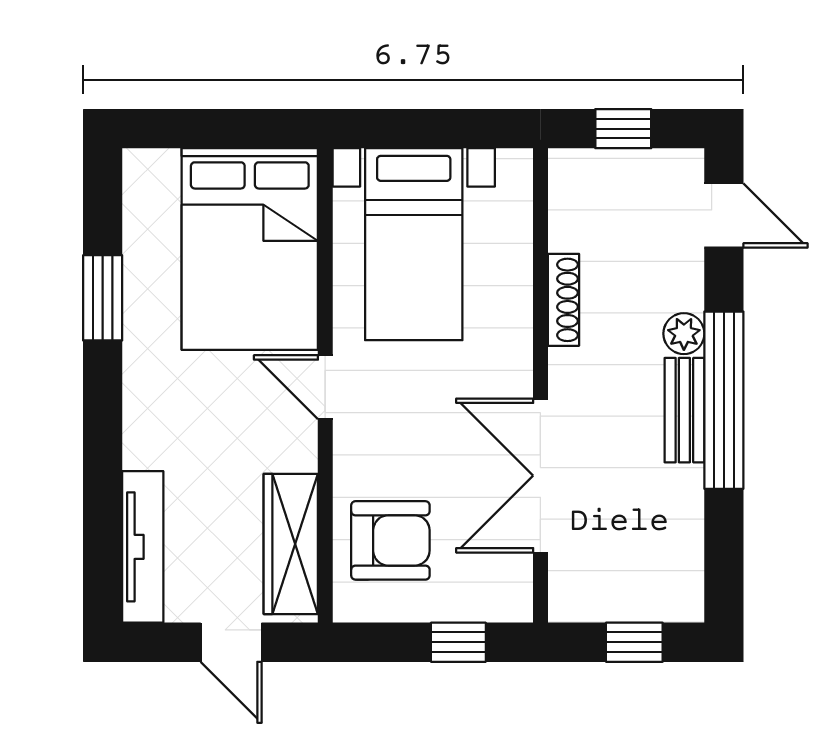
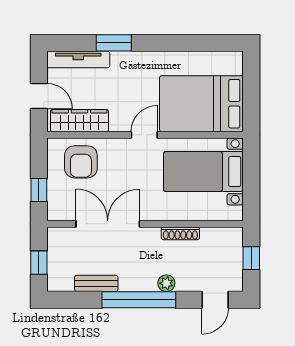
window: (103, 298) -> (114, 43), moved
bench: (684, 410) -> (96, 283), moved
door: (231, 642) -> (39, 96), swing flipped

